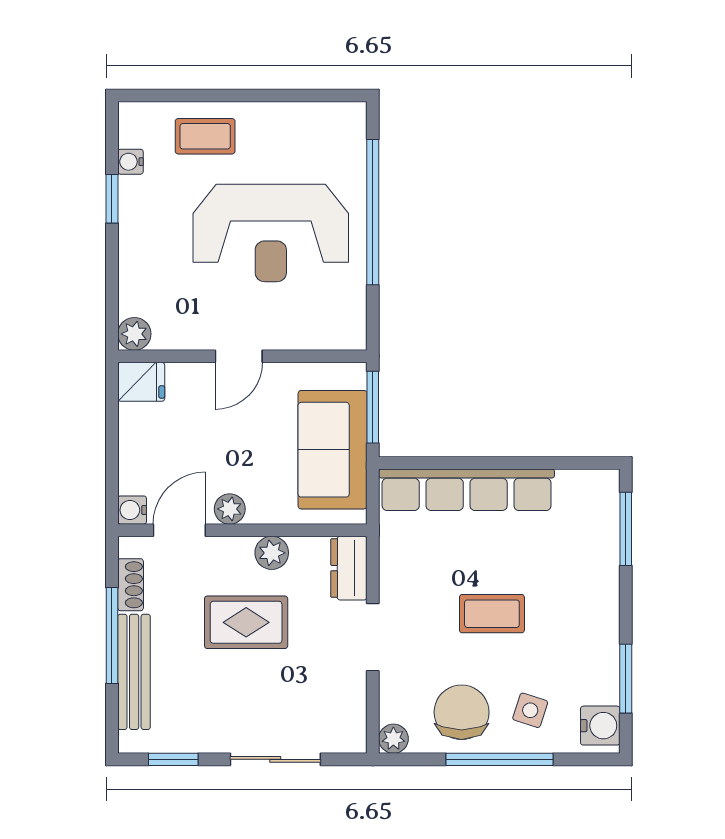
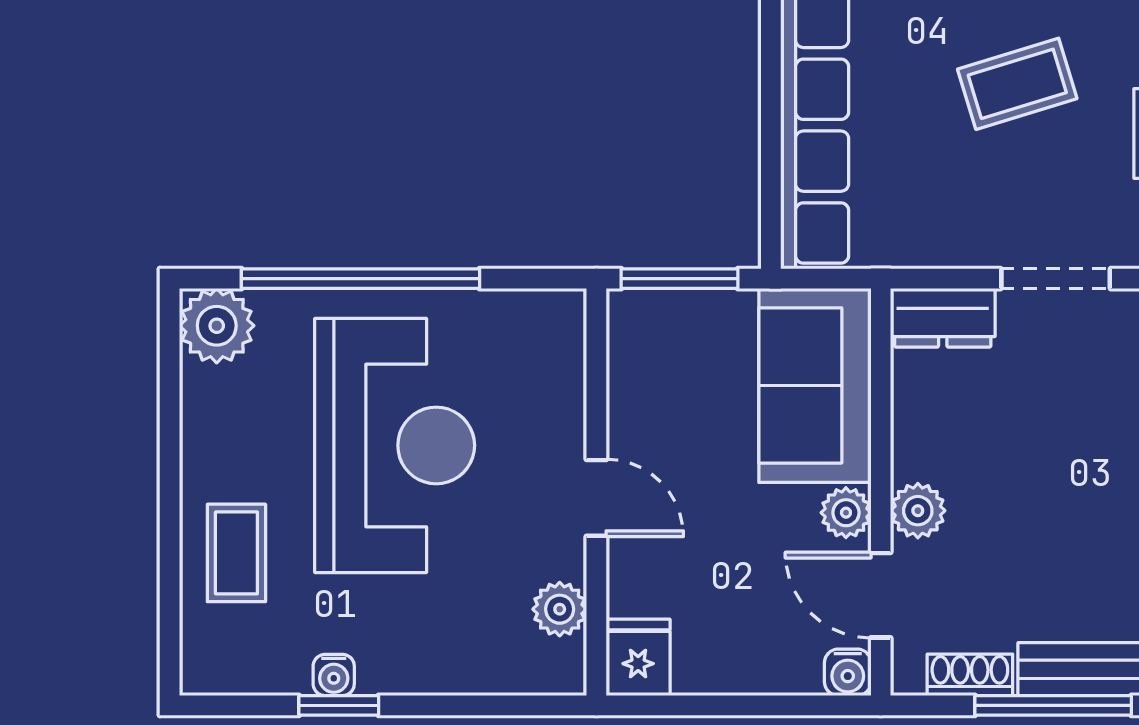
plant: (344, 124) -> (217, 326), added
water cooler: (130, 162) -> (334, 675), moved
plant: (134, 334) -> (560, 609), moved
sofa: (333, 450) -> (815, 385), moved, turned 90
plant: (272, 553) -> (918, 511), moved
coffee table: (492, 614) -> (1017, 84), turned 73
rug: (246, 622) -> (1031, 486), removed

